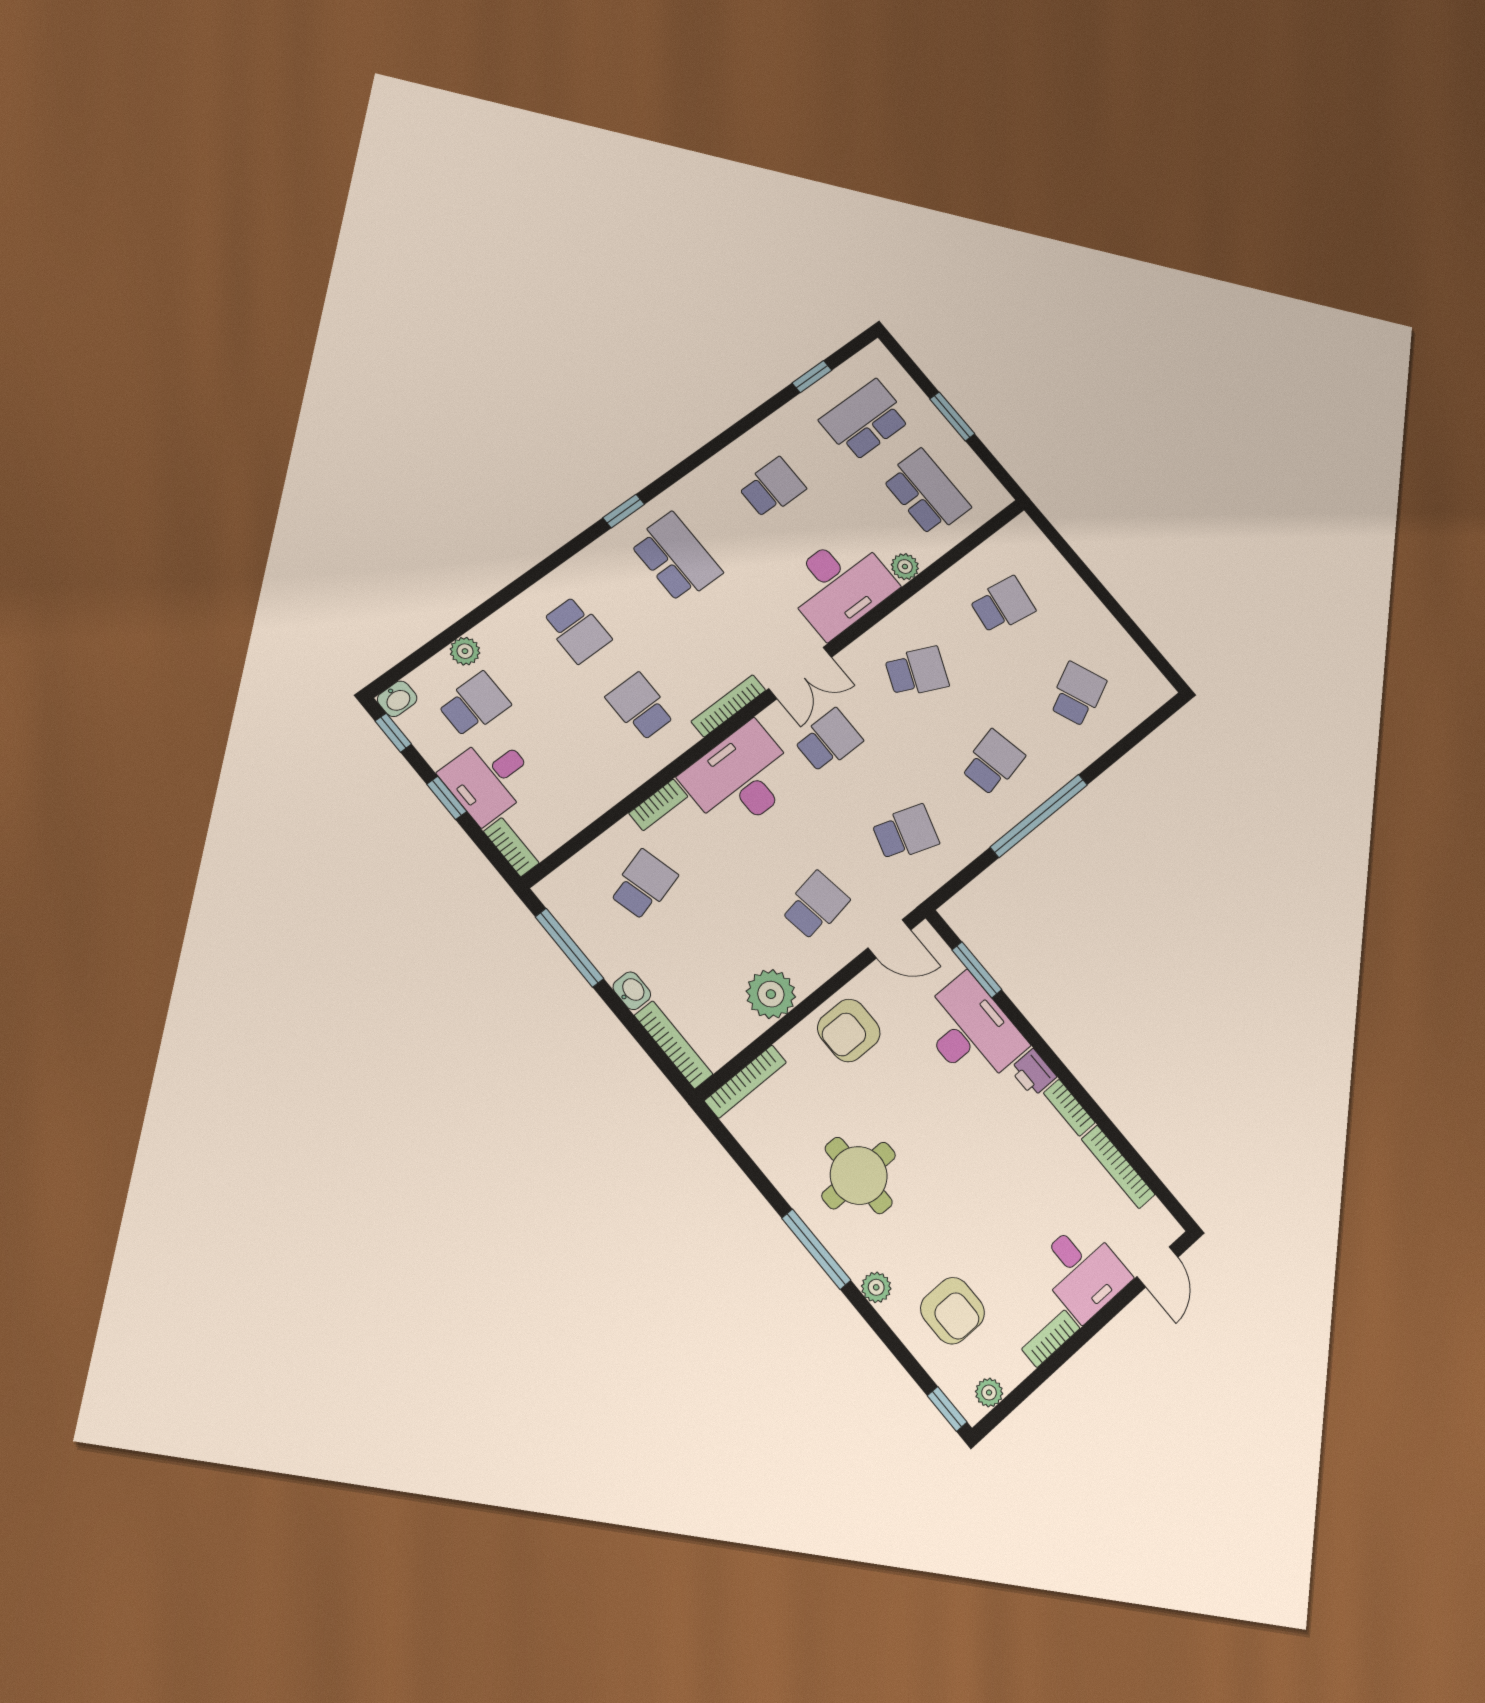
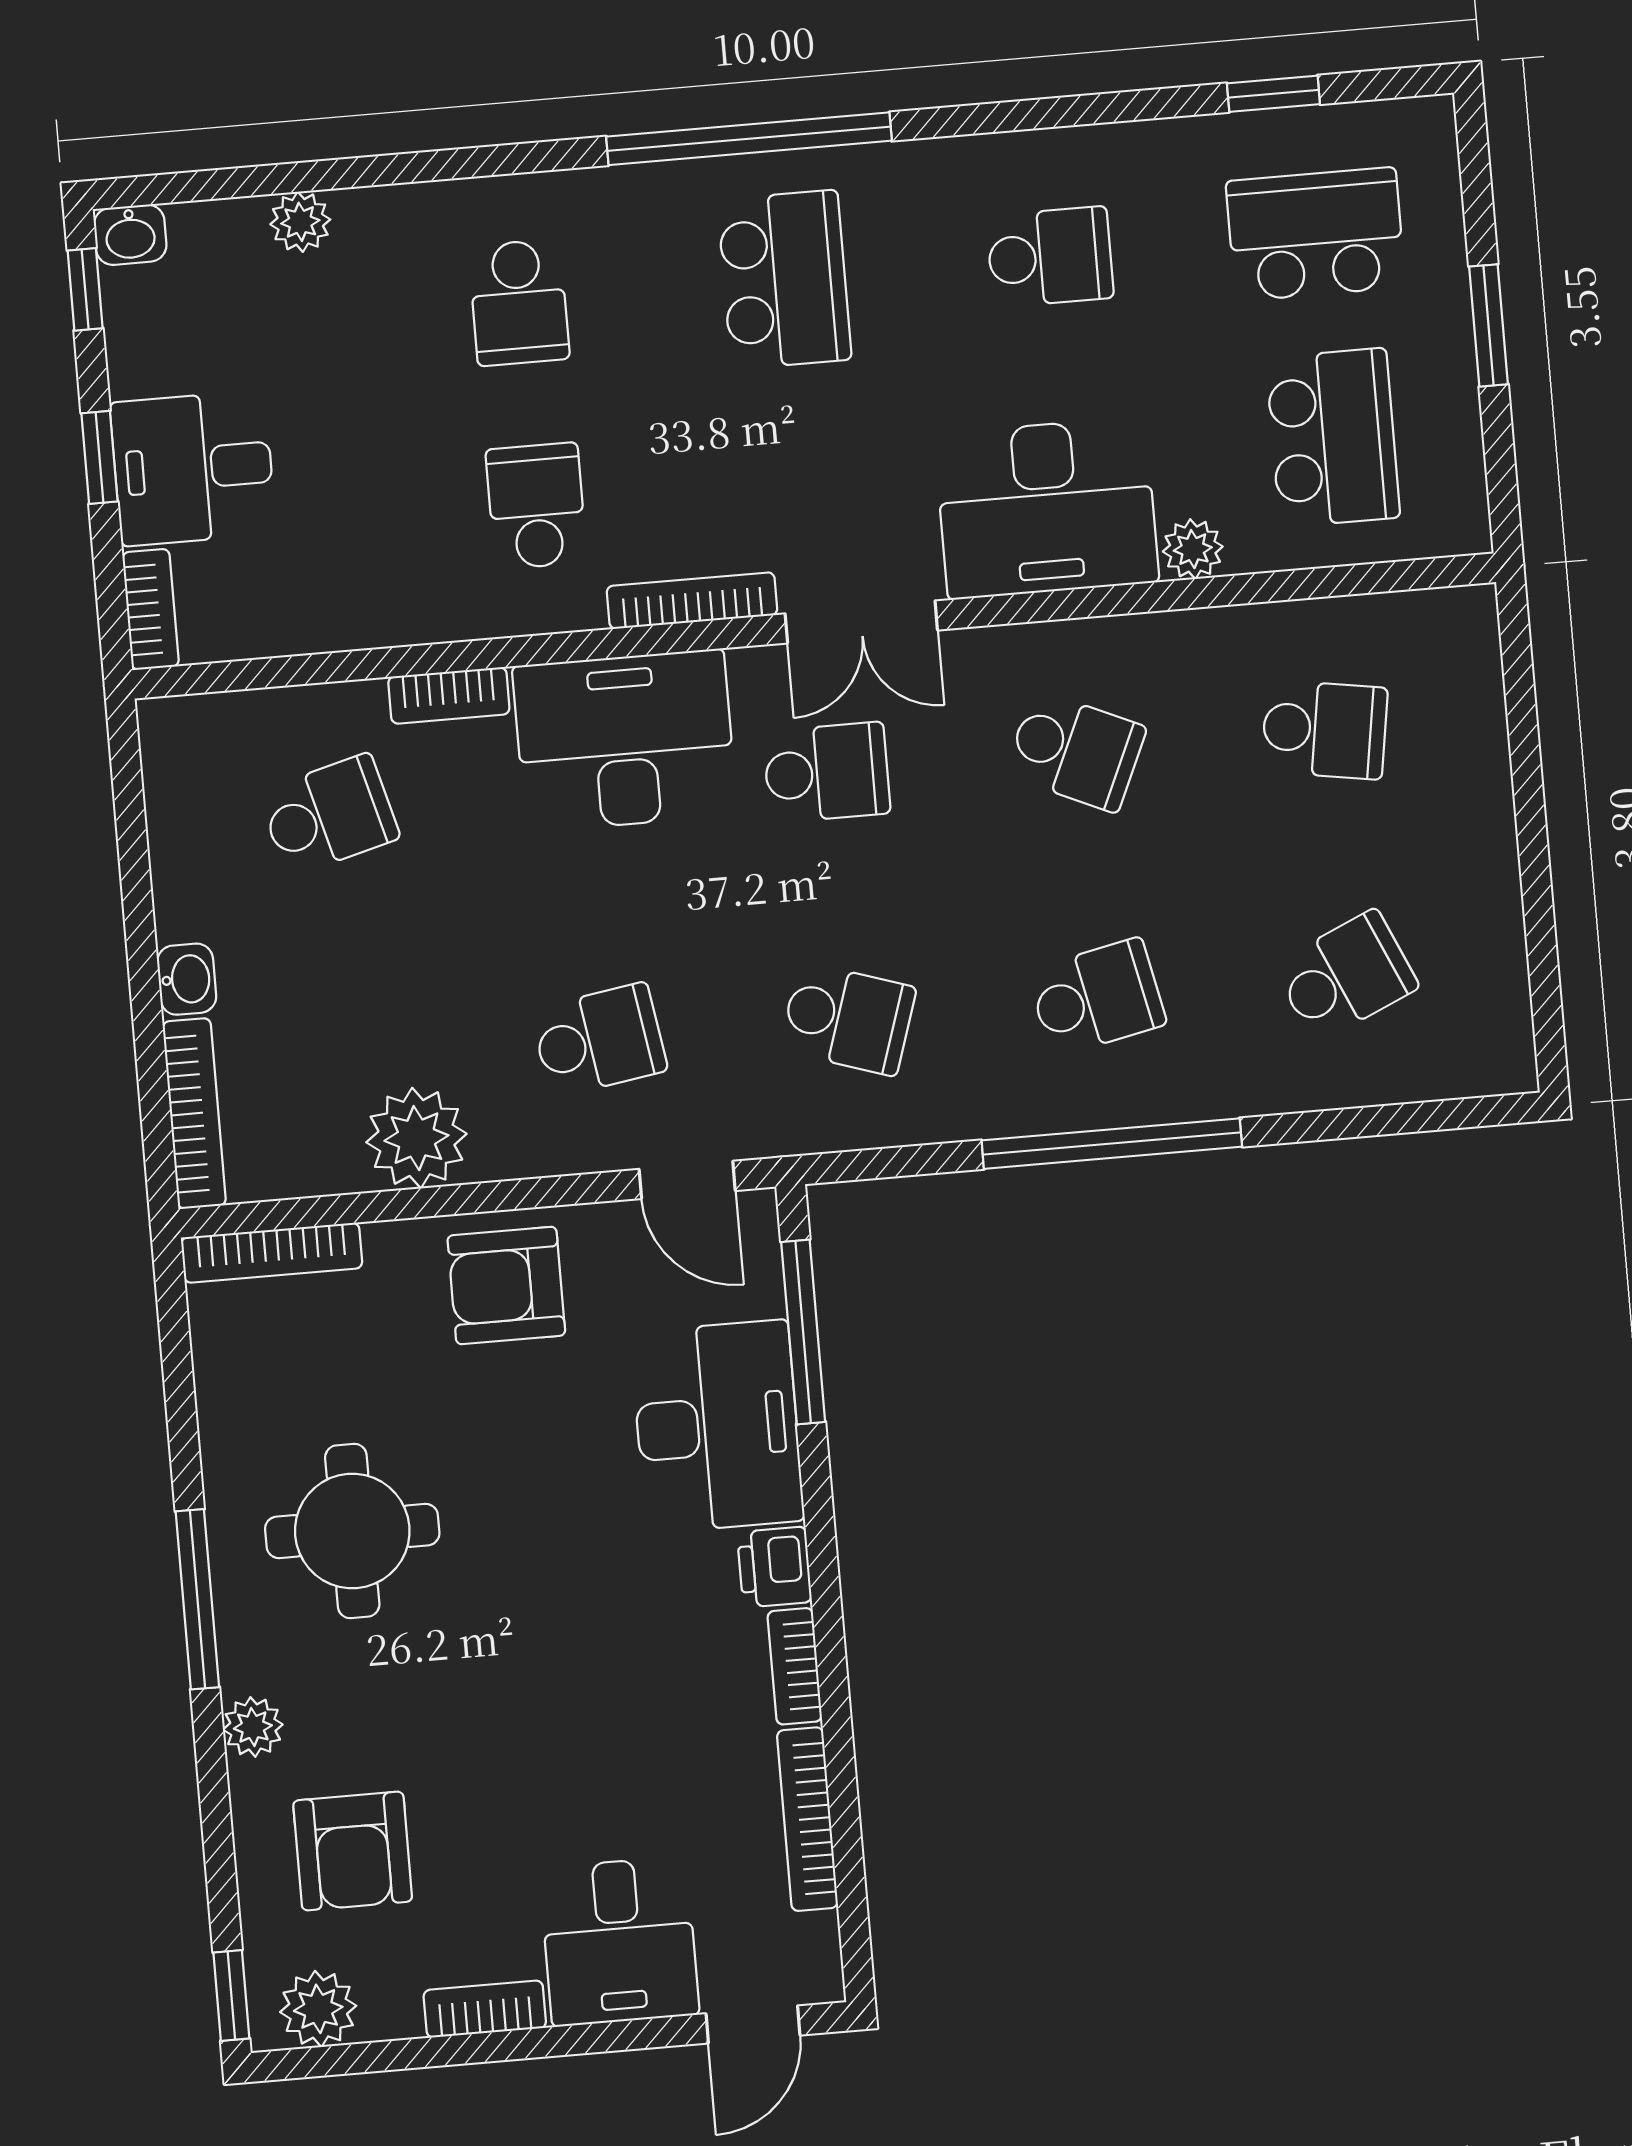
window: (624, 511) -> (749, 139), width x3.17
school desk: (474, 705) -> (253, 325), removed
window: (569, 948) -> (132, 840), removed
window: (977, 970) -> (803, 1332), width x1.44
plant: (989, 1393) -> (318, 2009), width x1.38, depth x1.38

